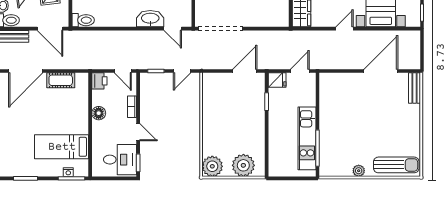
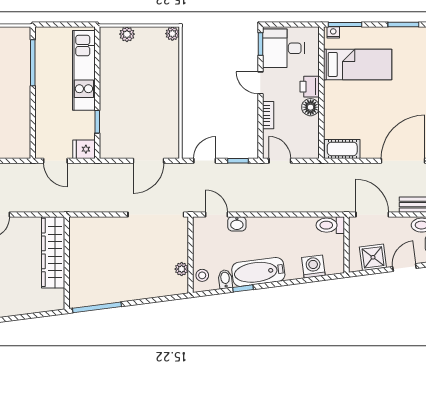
washbasin: (150, 19) -> (237, 224), width x0.52, depth x0.69
door: (245, 71) -> (148, 161), moved
door: (300, 71) -> (55, 161), hinge flipped
cot: (61, 80) -> (342, 149), moved
printer: (99, 81) -> (310, 87), moved
kitchen unit: (307, 138) -> (84, 70), moved, turned 180
plant: (243, 165) -> (127, 34), width x0.53, depth x0.53
plant: (212, 166) -> (172, 34), width x0.53, depth x0.53
nightstand: (68, 172) -> (333, 32), moved

